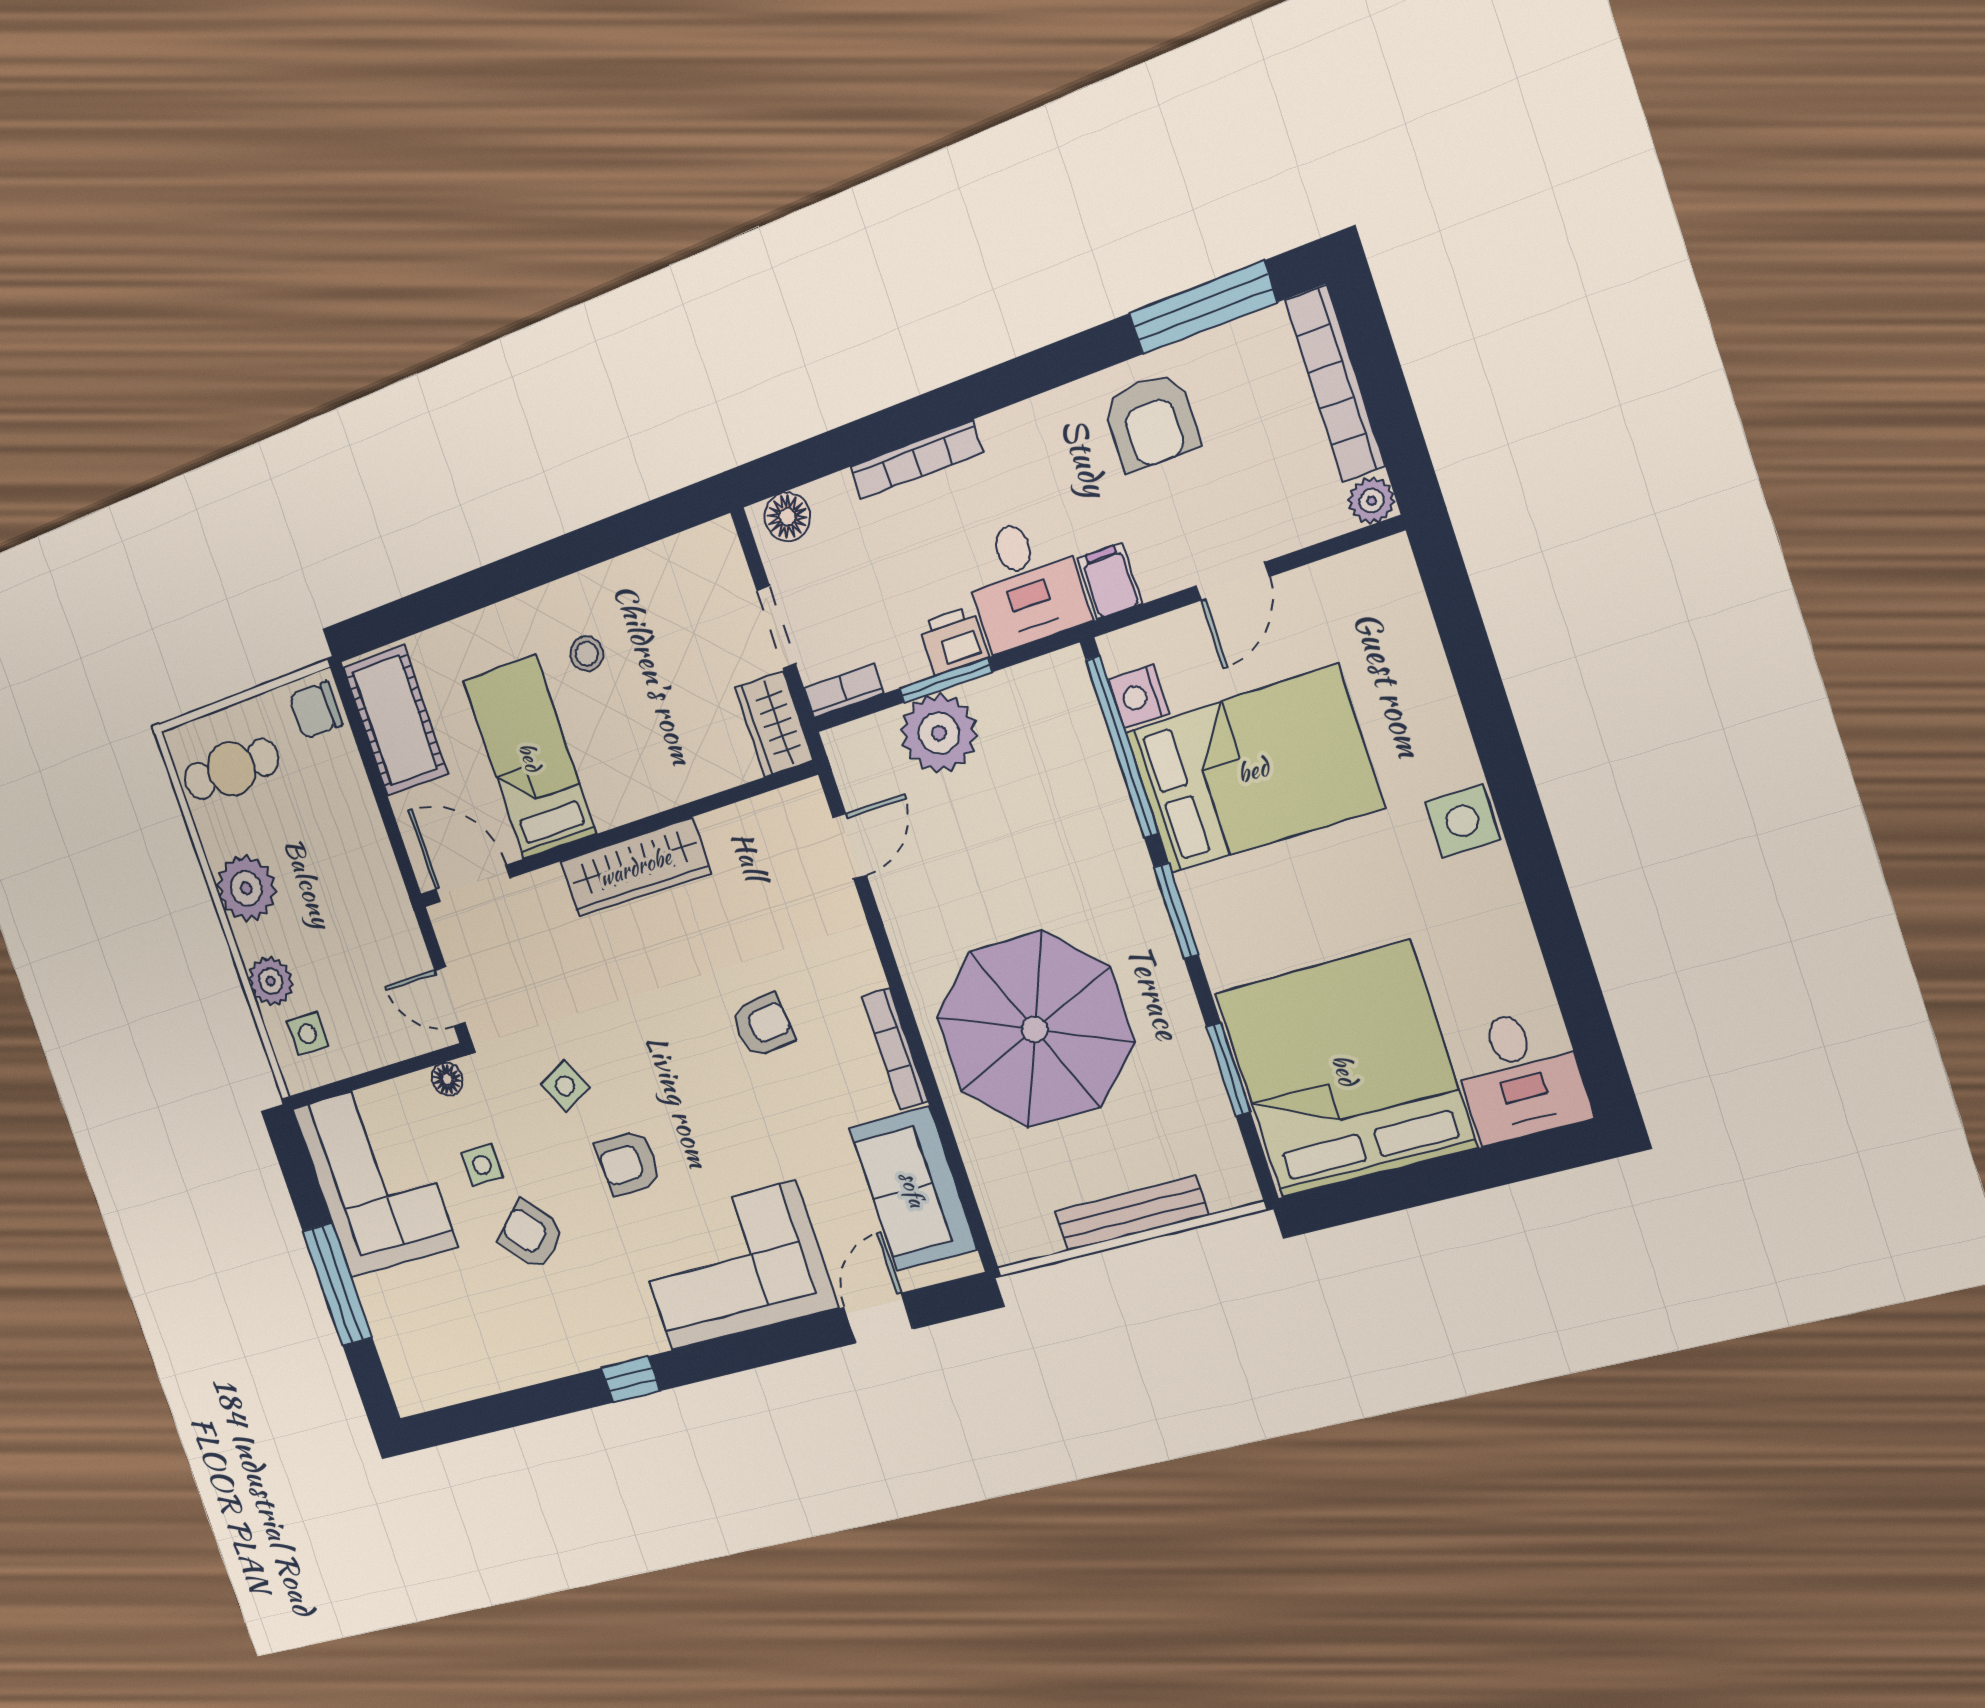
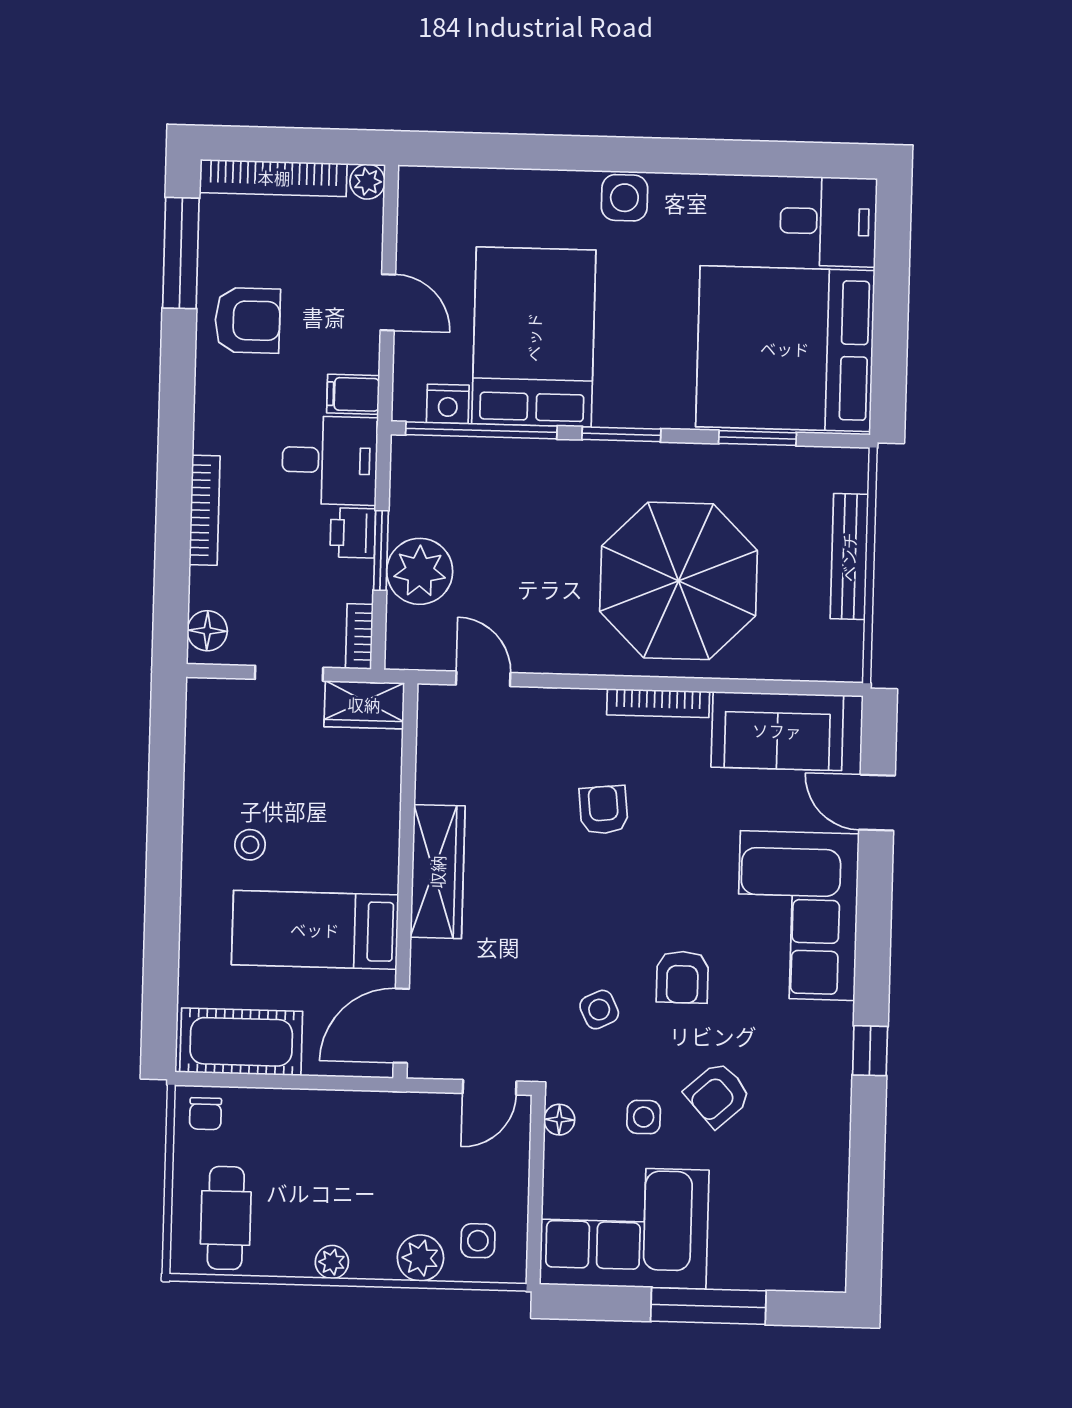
chair: (316, 710) -> (206, 1114), width x0.73, depth x0.73
plant: (246, 888) -> (332, 1262), width x0.53, depth x0.53

